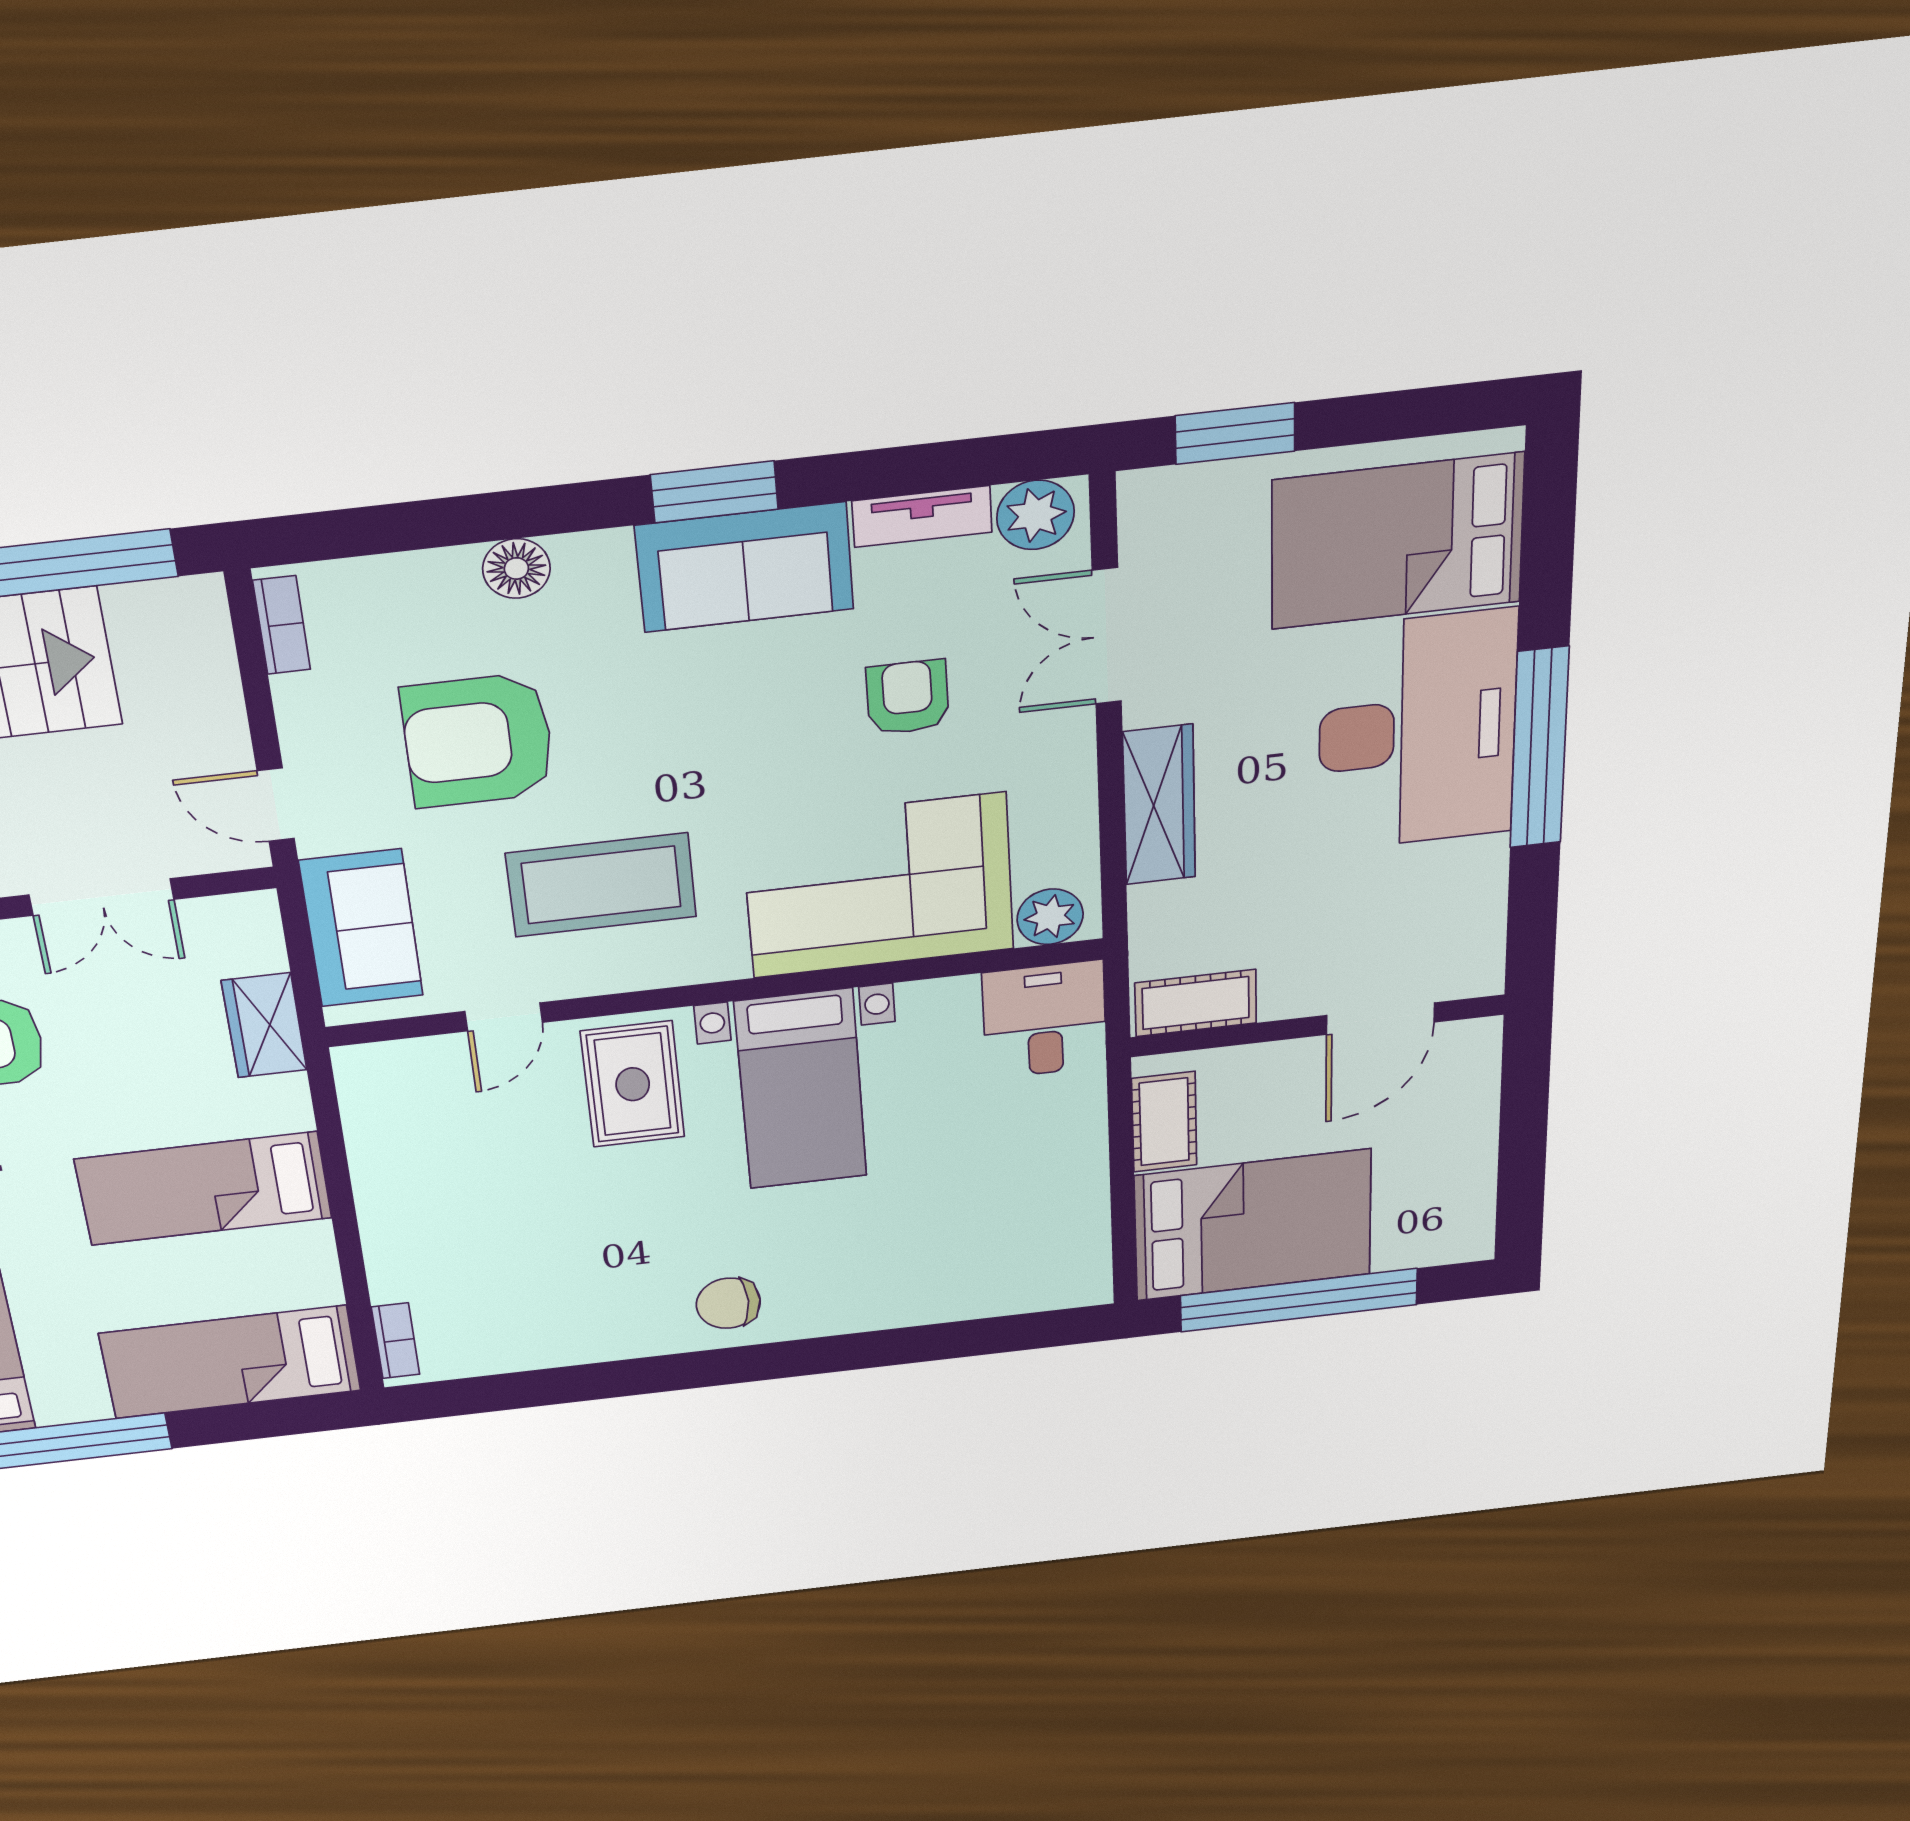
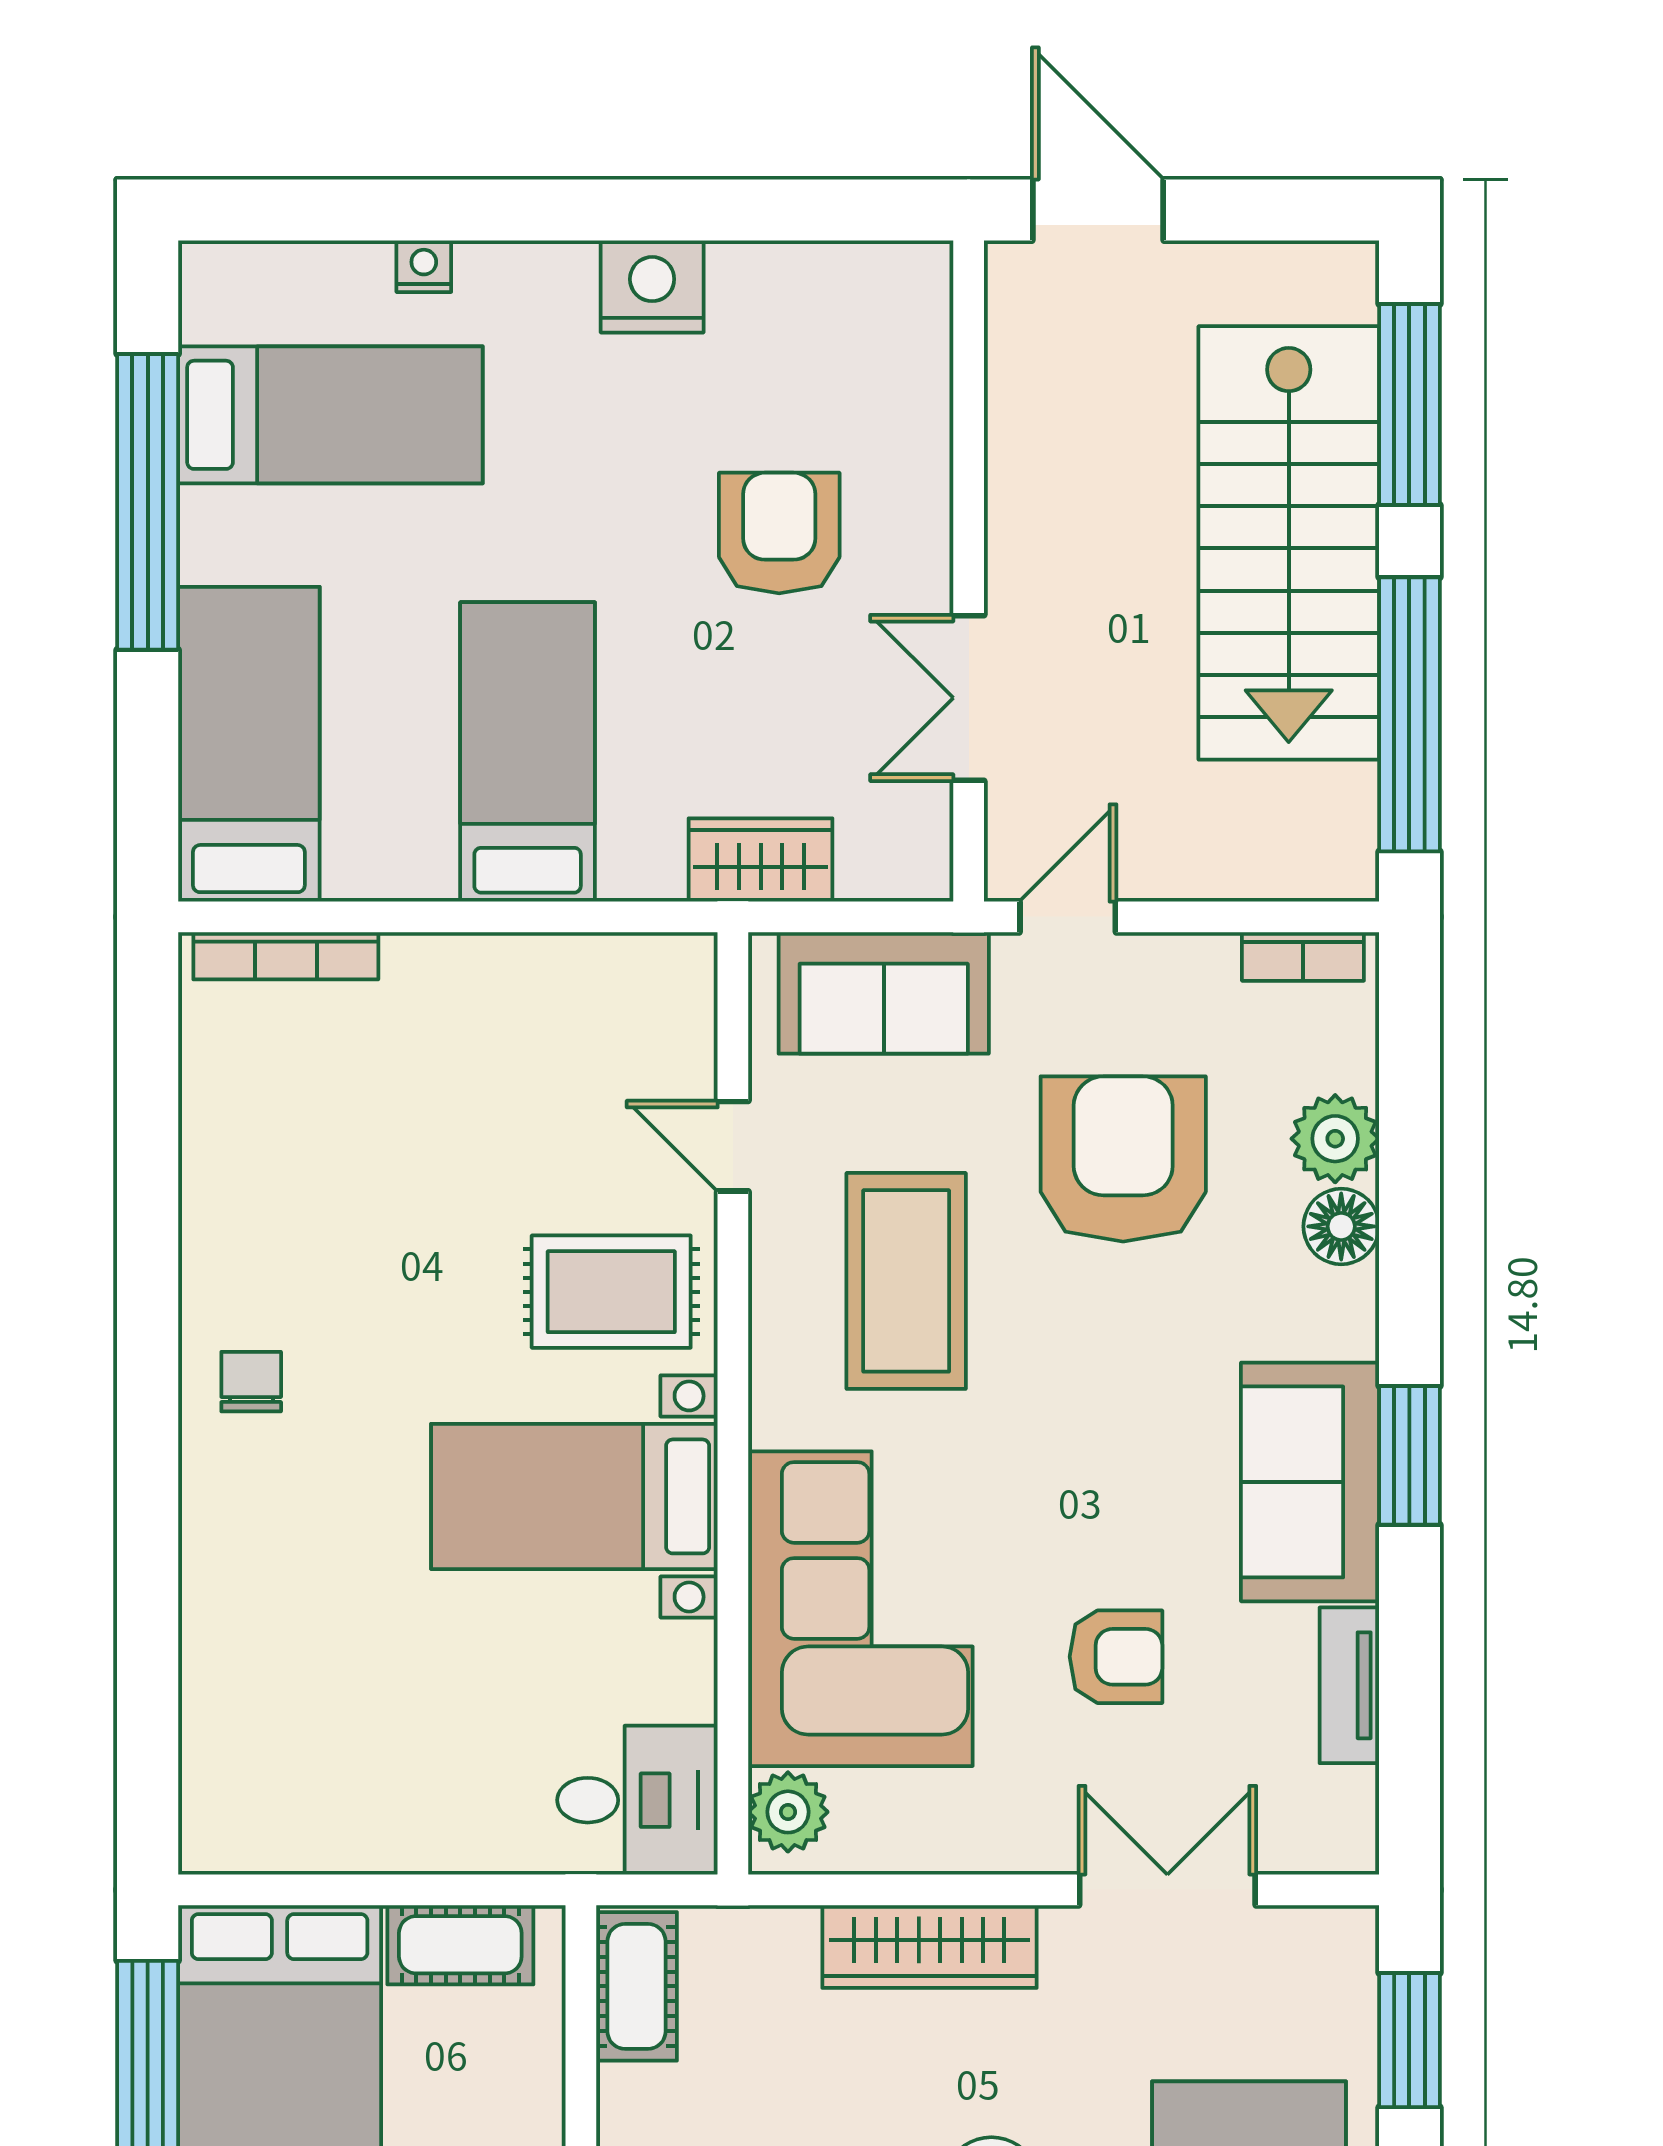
plant: (1035, 515) -> (1335, 1139), moved
chair: (728, 1303) -> (251, 1382), width x0.73, depth x0.73
bookcase: (396, 1341) -> (286, 956), width x1.56

